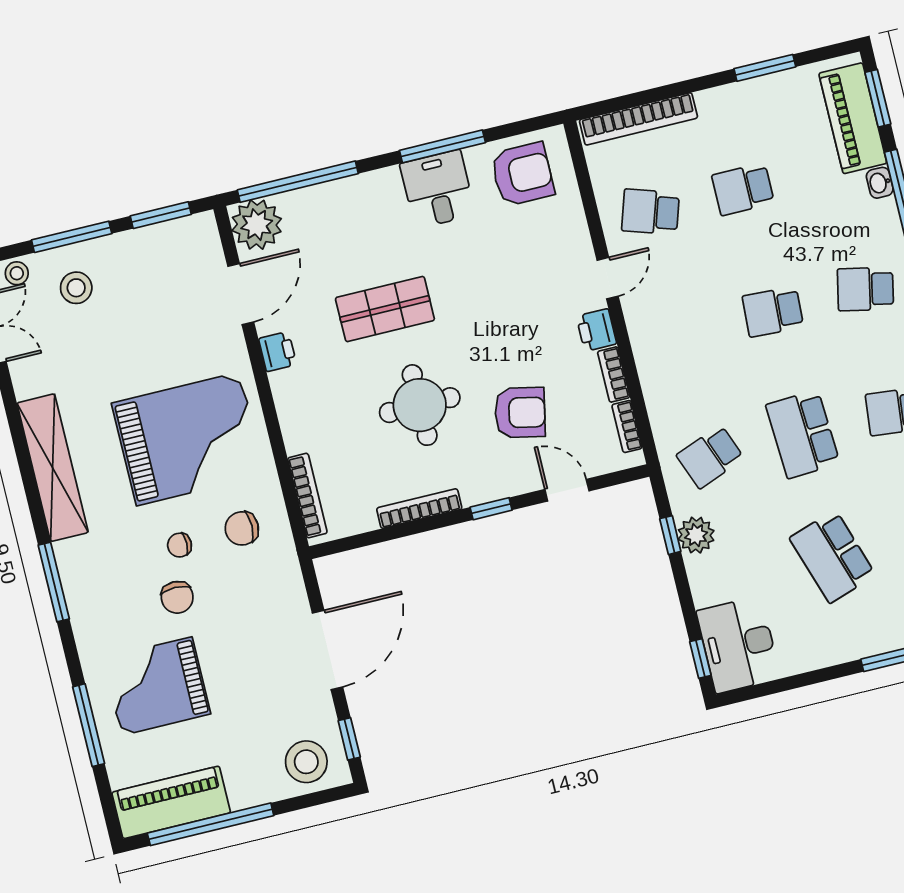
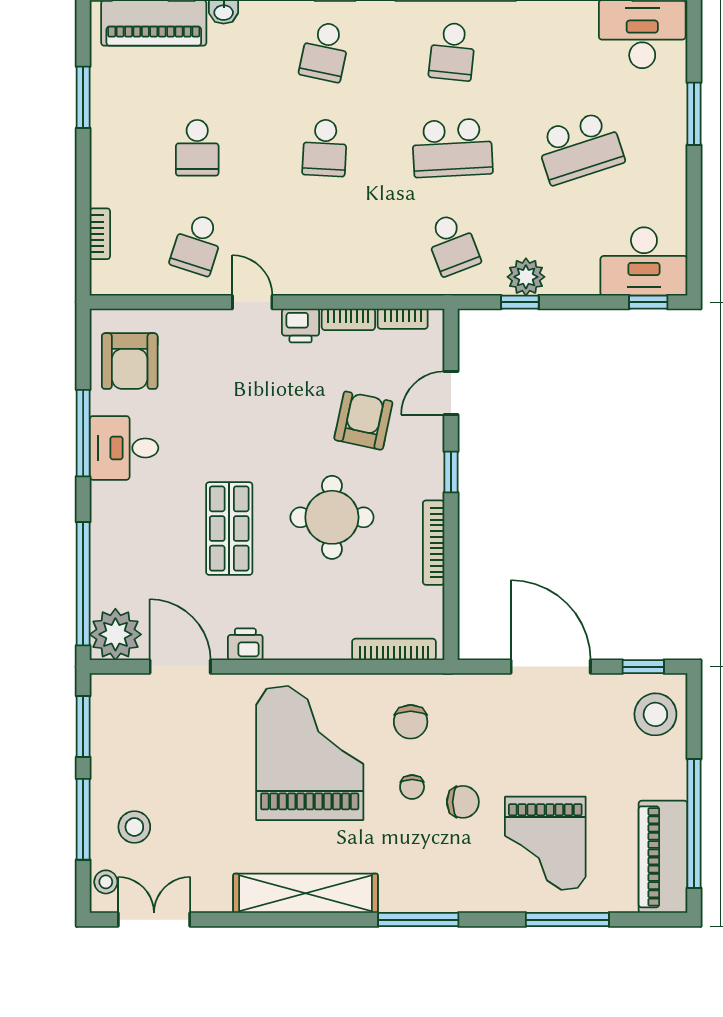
bookcase: (638, 119) -> (100, 234), width x0.43, depth x0.76
armchair: (522, 174) -> (130, 361), turned 180

